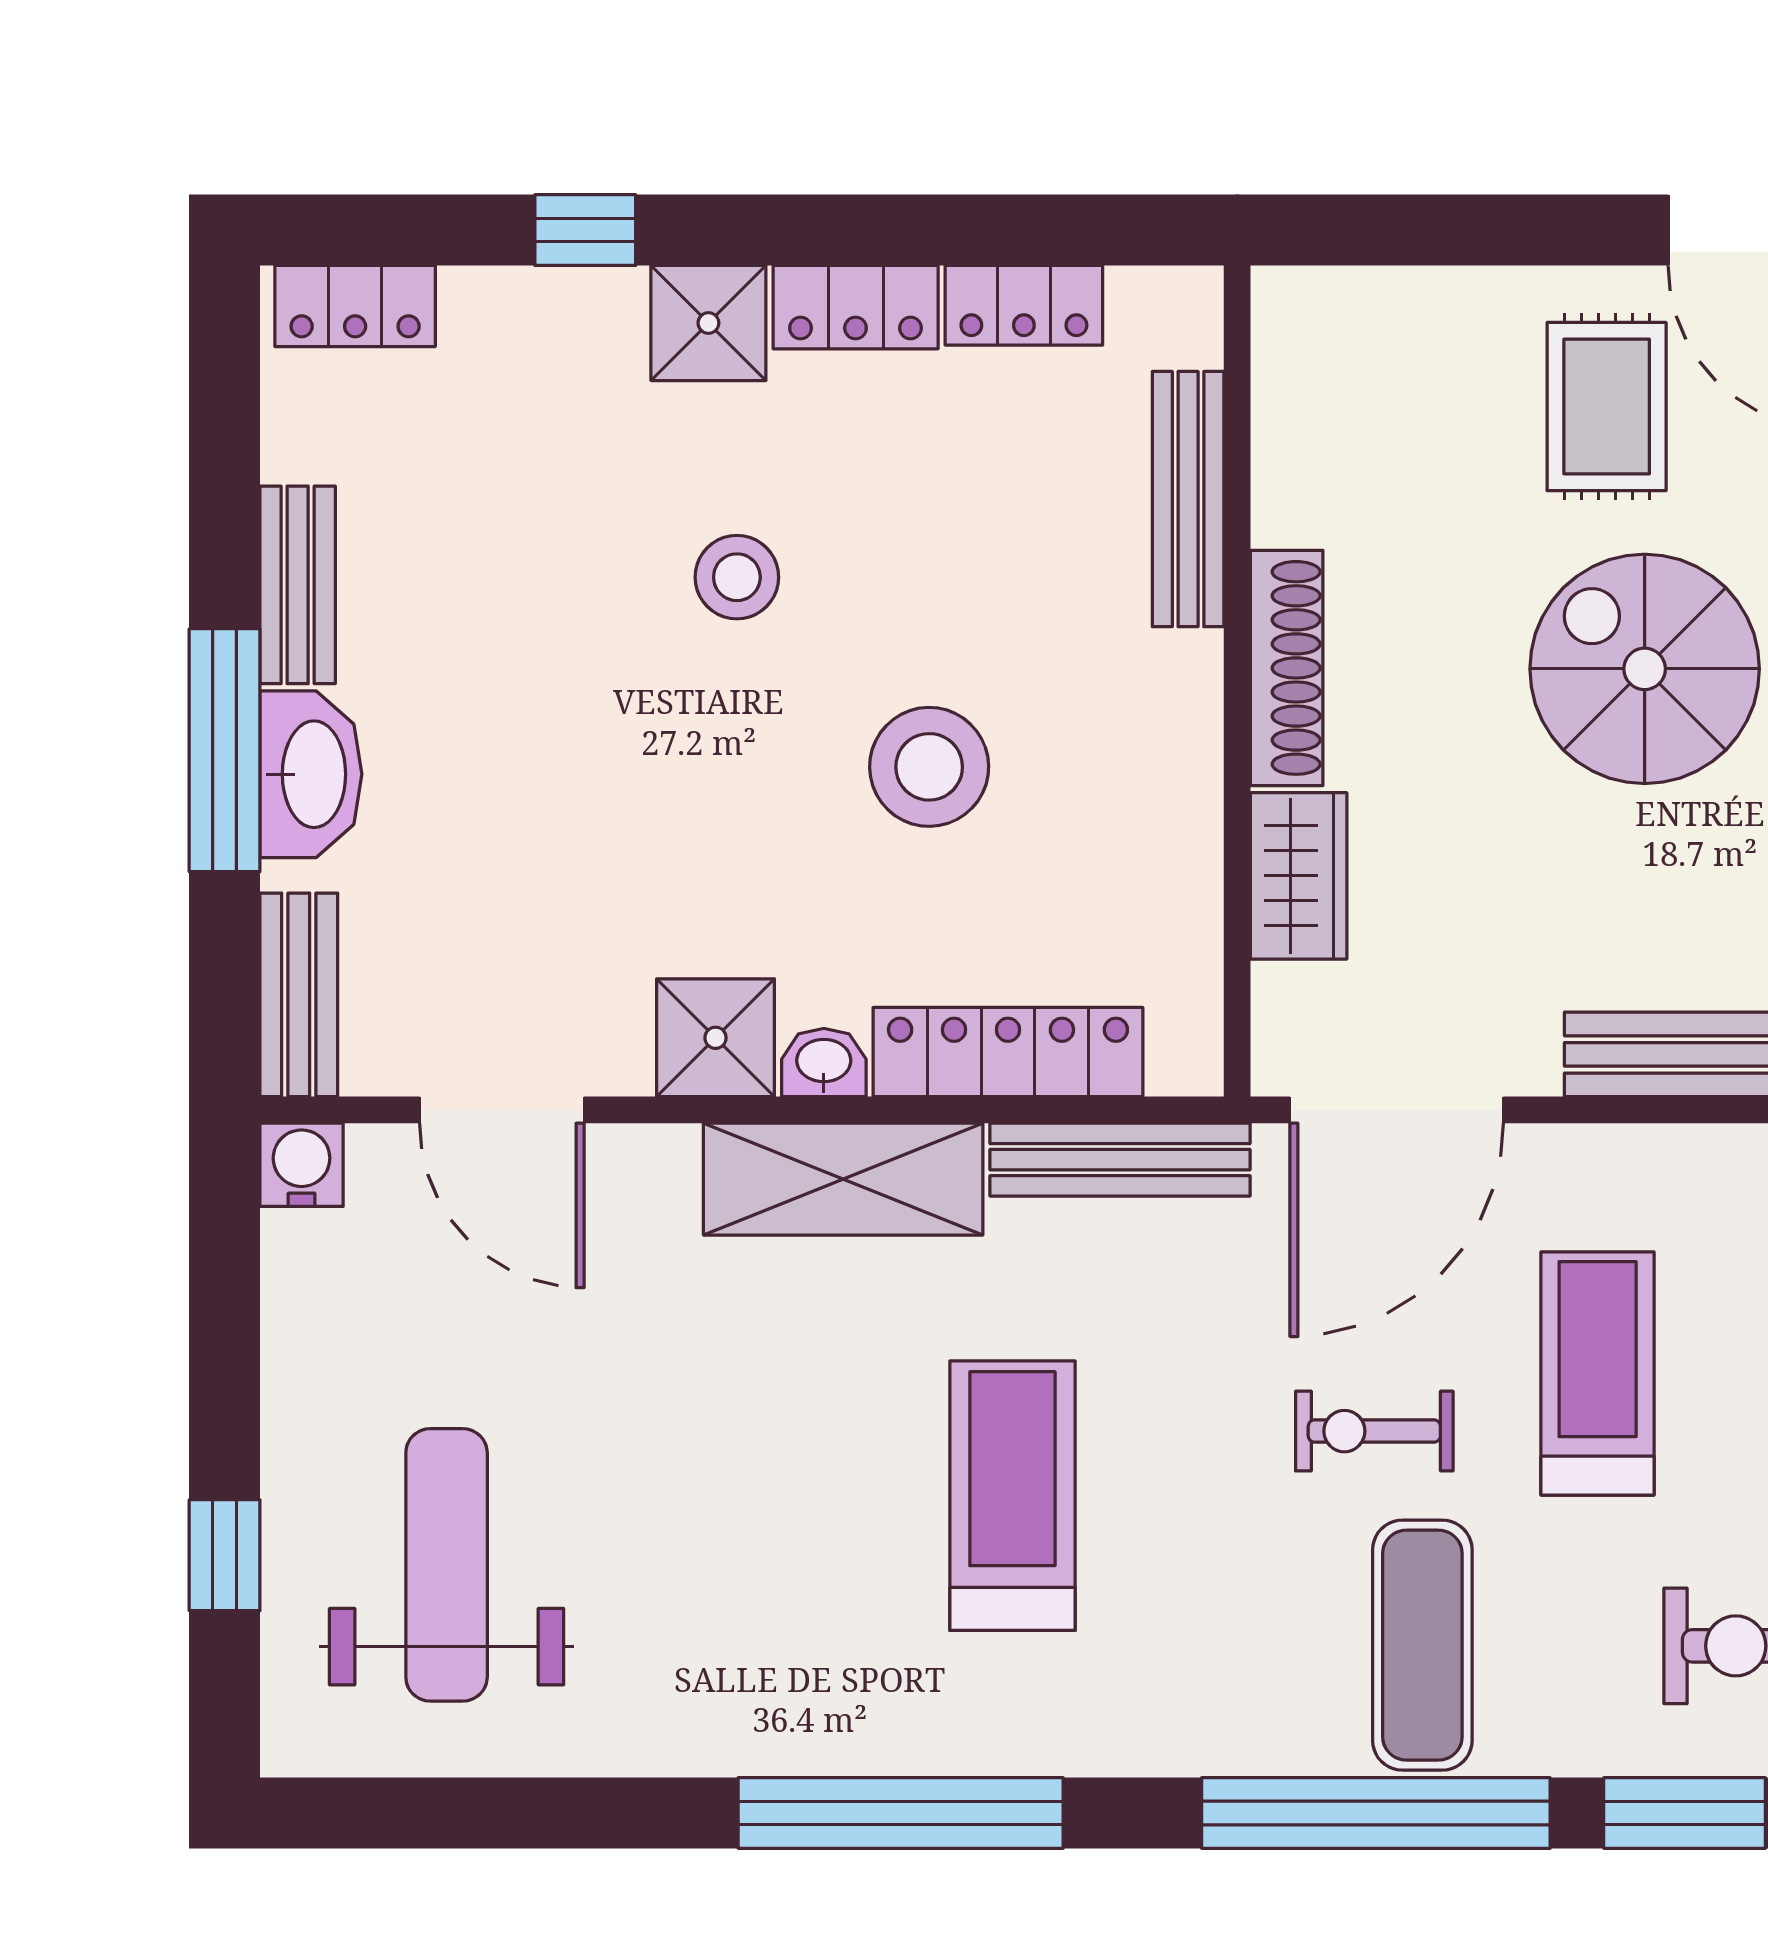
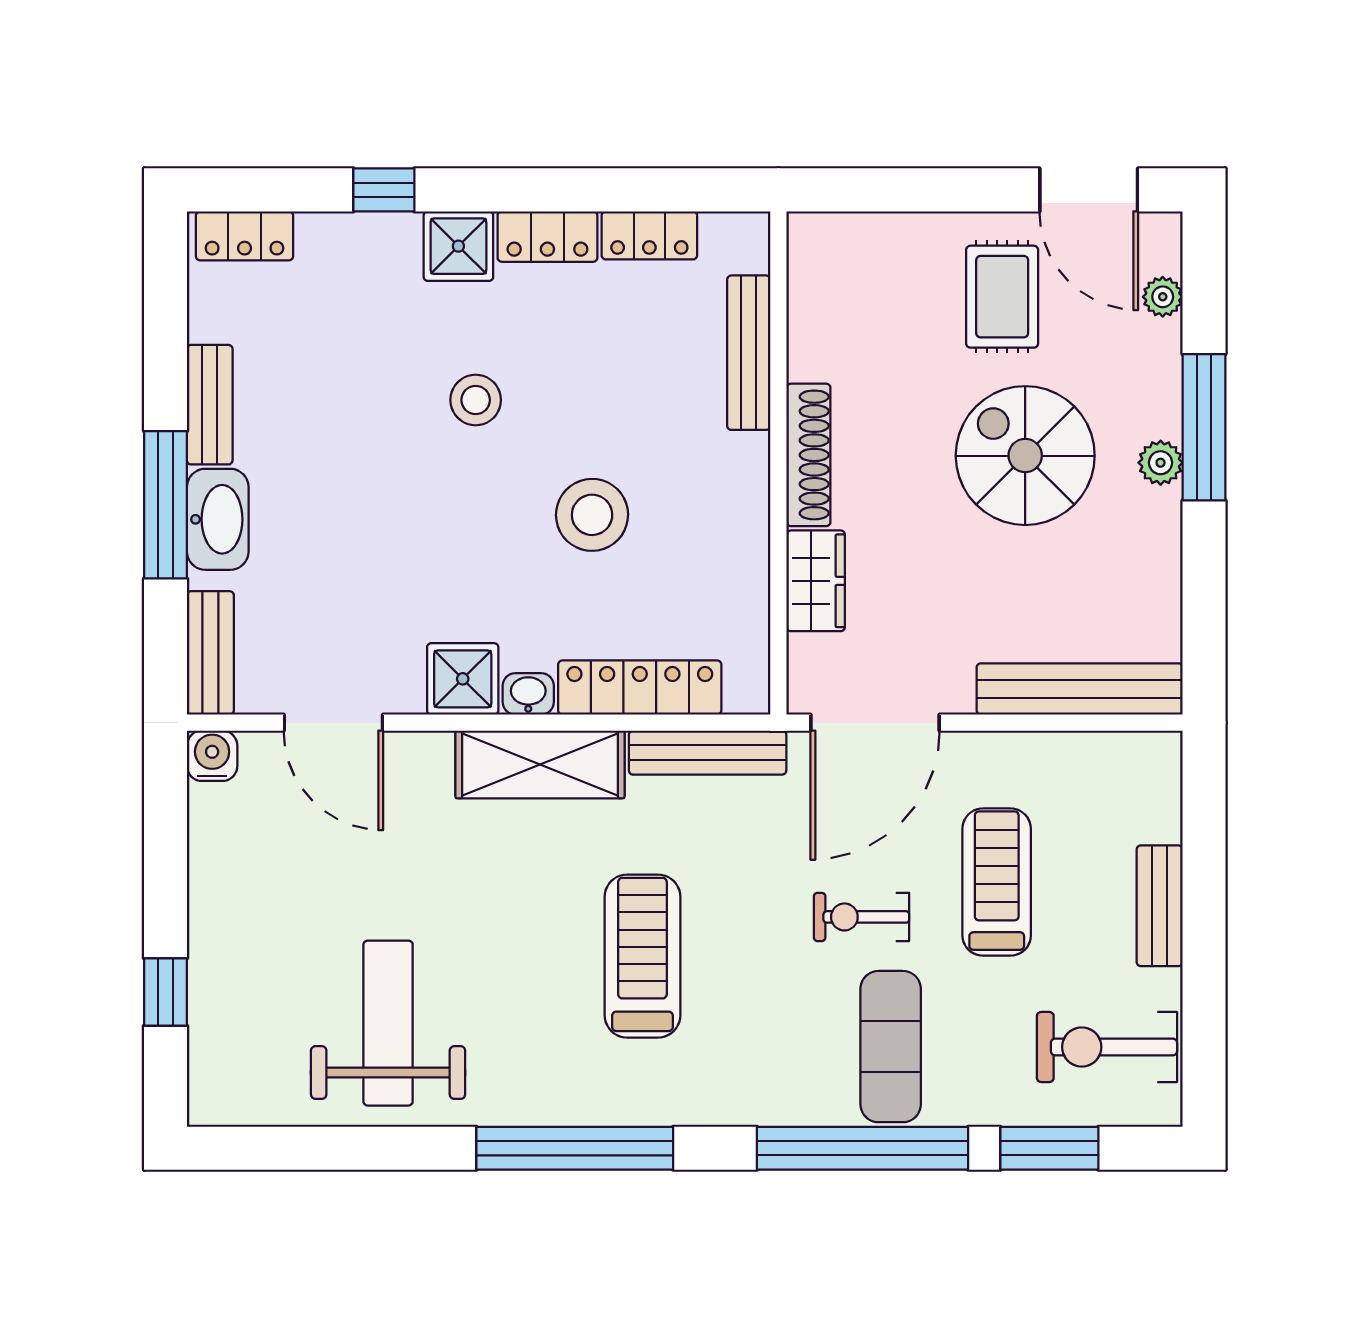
weight bench: (447, 1565) -> (388, 1023), moved

